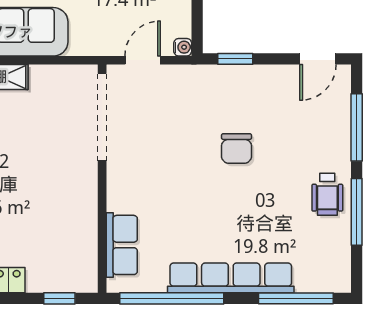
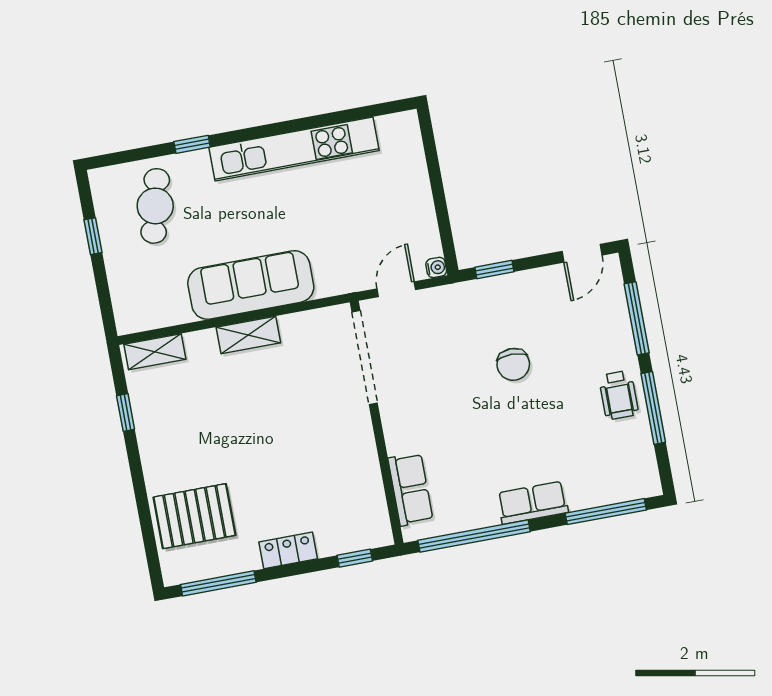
row of seats: (231, 278) -> (533, 503), width x0.50

